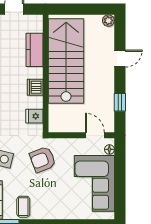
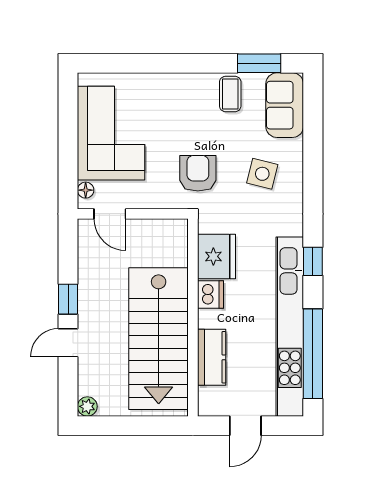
window: (120, 102) -> (68, 299), moved
fridge: (34, 116) -> (216, 256), width x1.88, depth x1.34
armchair: (43, 159) -> (198, 173), turned -69

